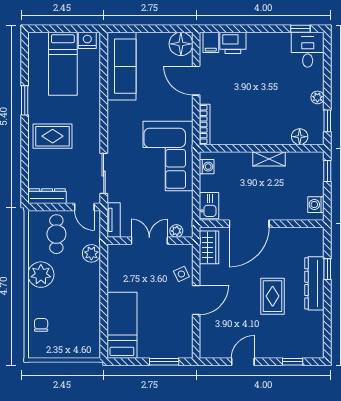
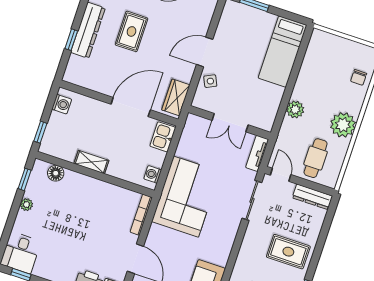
plant: (176, 231) -> (202, 123), removed
plant: (91, 253) -> (295, 109), moved

